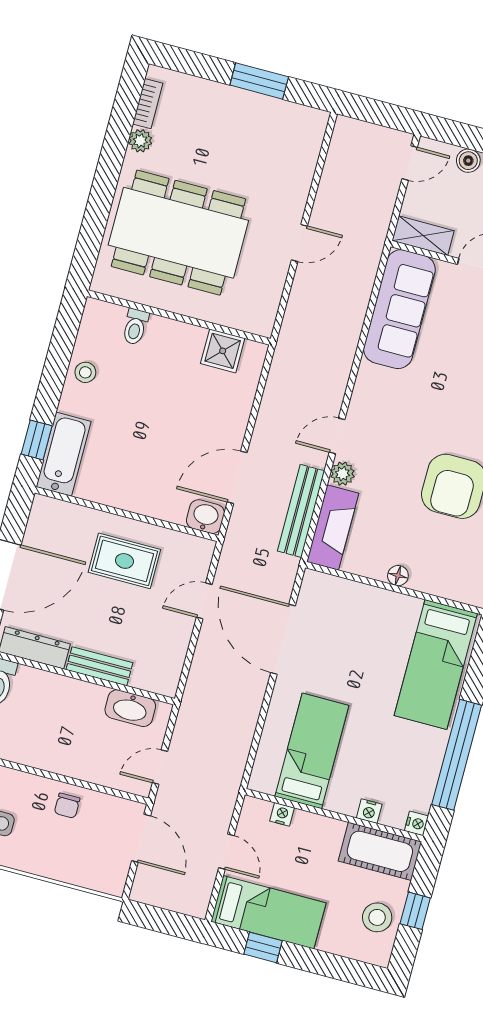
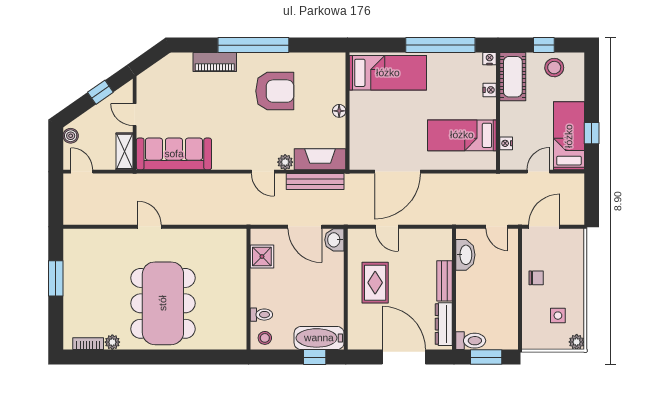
wall: (179, 317) -> (248, 289), moved
toilet: (135, 327) -> (261, 315), moved
shower: (223, 351) -> (262, 257), moved

